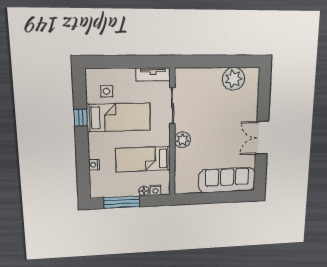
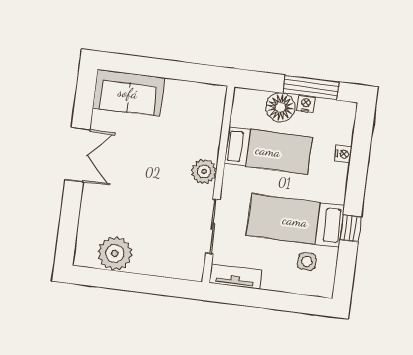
sofa: (227, 180) -> (128, 93), width x0.73
nightstand: (155, 190) -> (306, 104), moved
floor lamp: (144, 191) -> (280, 107), width x1.89, depth x1.89

